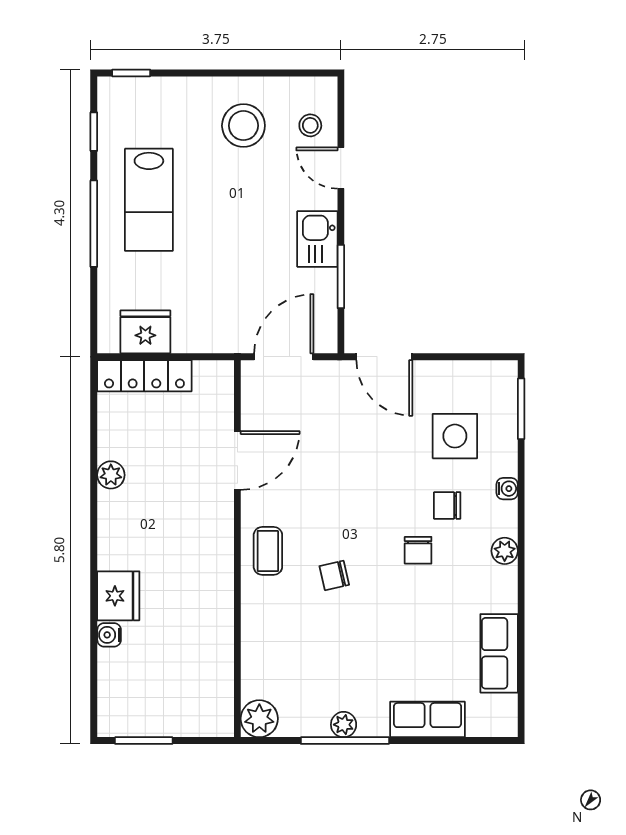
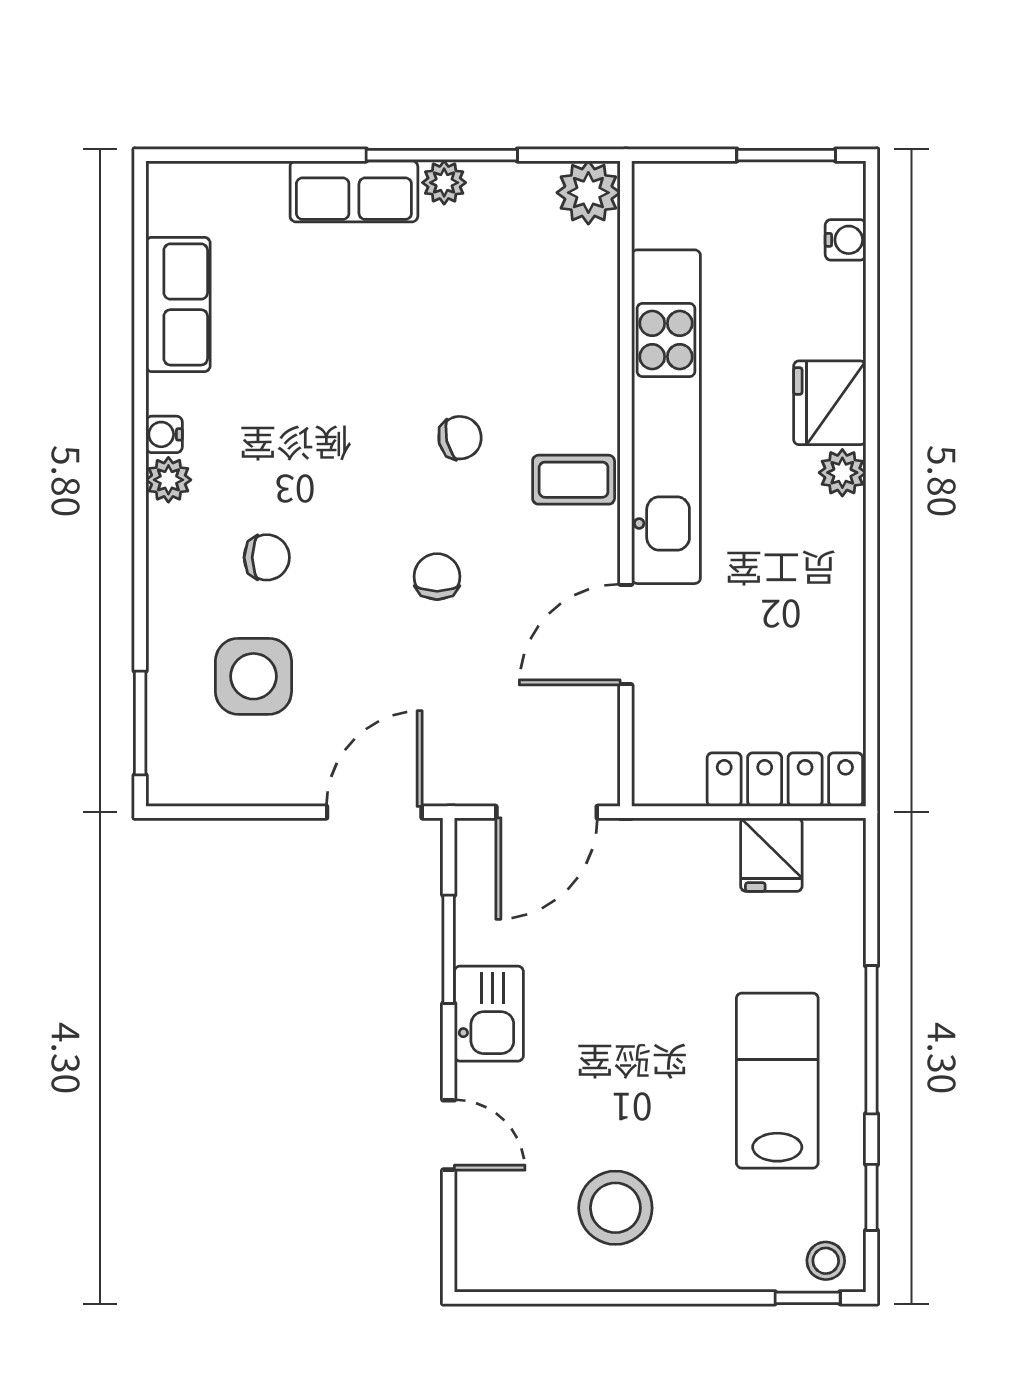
stool: (310, 125) -> (826, 1261), moved
fridge: (145, 332) -> (771, 855), width x0.72
door: (384, 357) -> (374, 812), hinge flipped
plant: (111, 475) -> (842, 473), moved
water cooler: (507, 489) -> (164, 434), moved
chair: (418, 550) -> (437, 577), moved
coffee table: (268, 551) -> (574, 480), turned 90
kitchen unit: (214, 588) -> (666, 417), added
water cooler: (109, 635) -> (845, 240), moved
row of seats: (428, 719) -> (354, 191), moved

